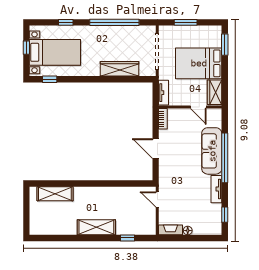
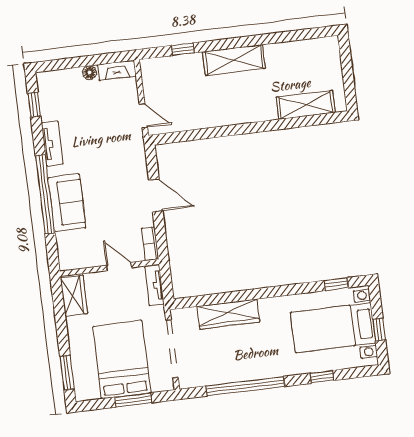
bed: (199, 63) -> (122, 360), moved, turned -90
door: (198, 107) -> (119, 266), moved
sofa: (212, 151) -> (67, 203), width x0.73

